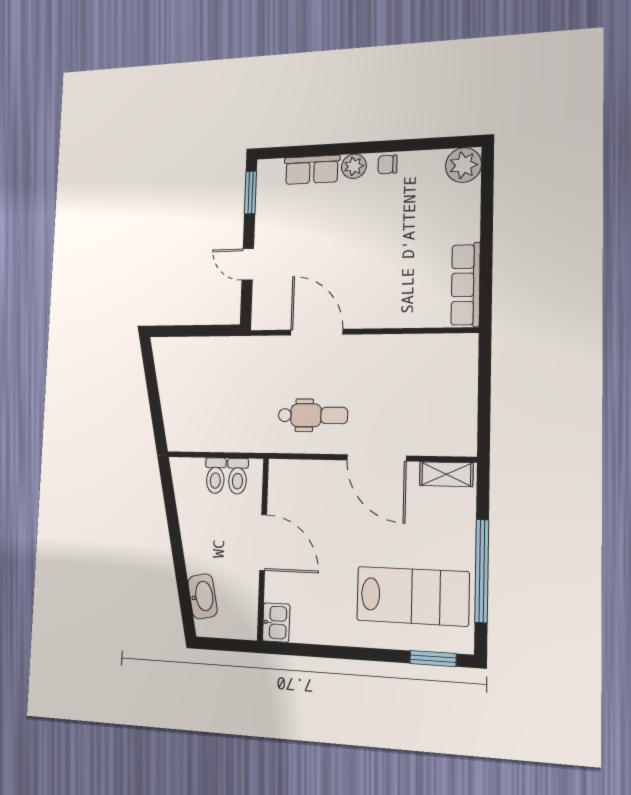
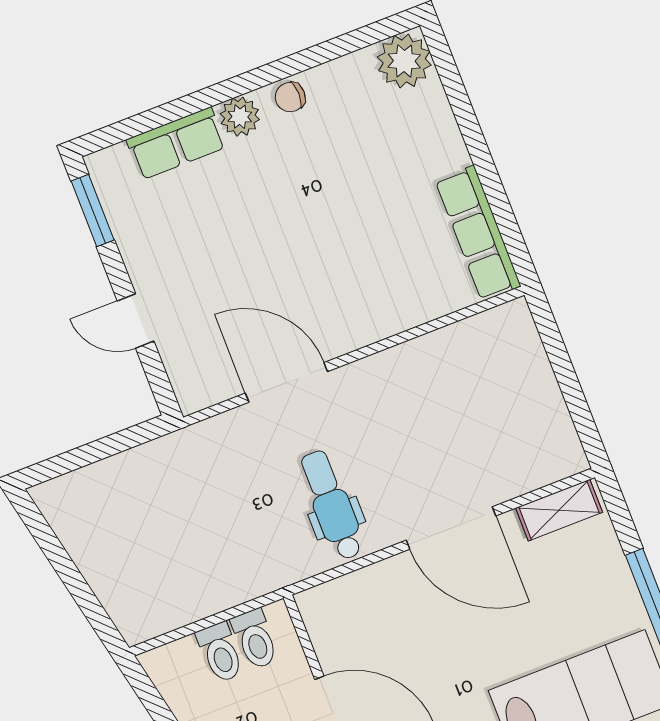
dental chair: (313, 415) -> (332, 505), turned -90

